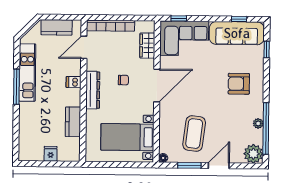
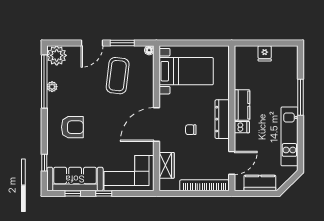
window: (179, 18) -> (104, 194), moved
window: (16, 87) -> (300, 97), moved
kitchen counter: (73, 122) -> (242, 105), moved

